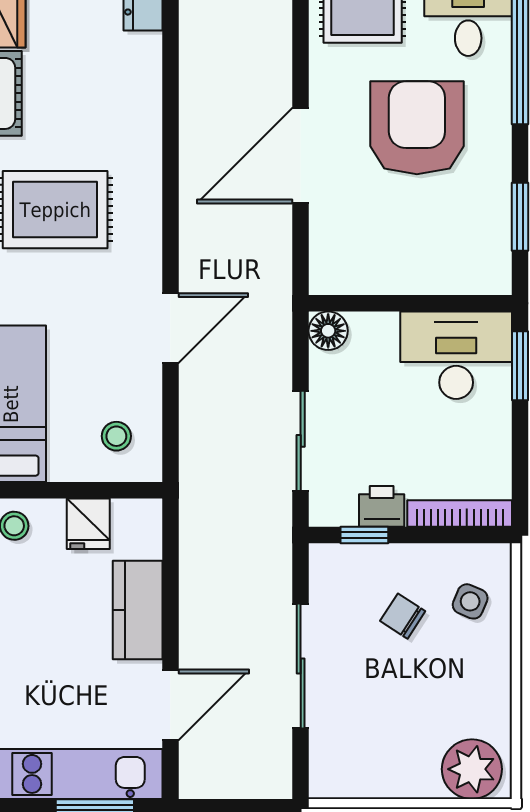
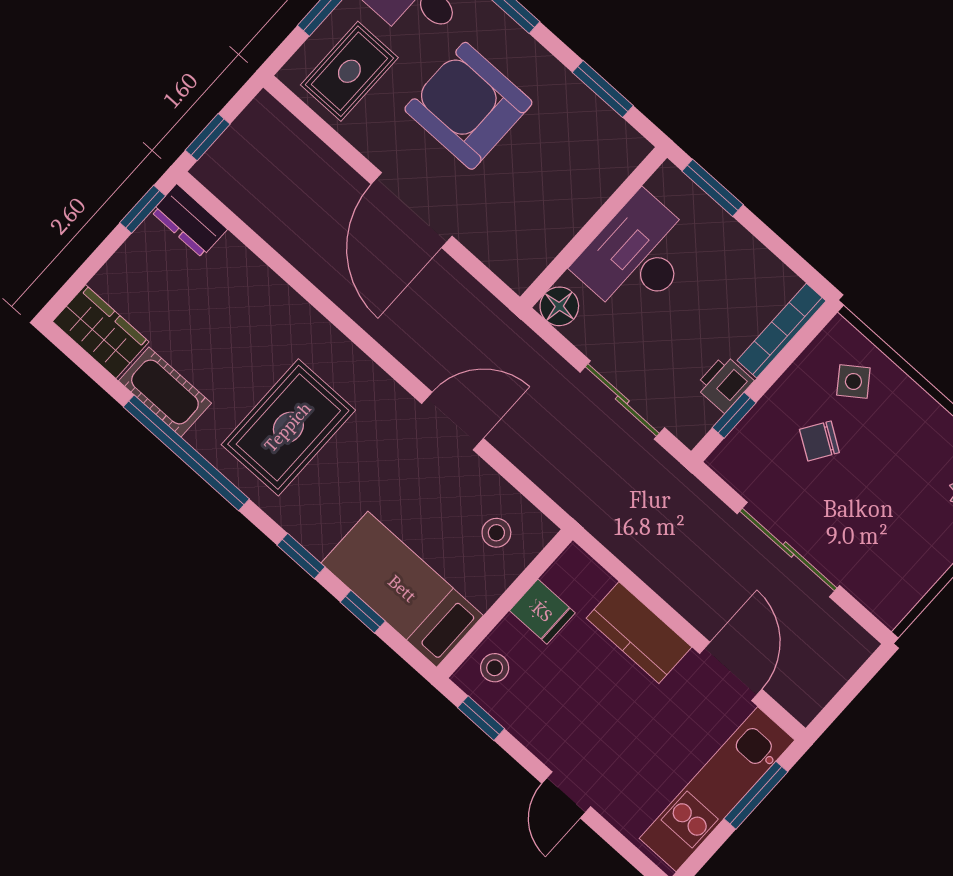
door: (170, 328) -> (453, 421), hinge flipped
desk: (456, 355) -> (637, 256), moved
side table: (470, 601) -> (853, 381), turned 31

